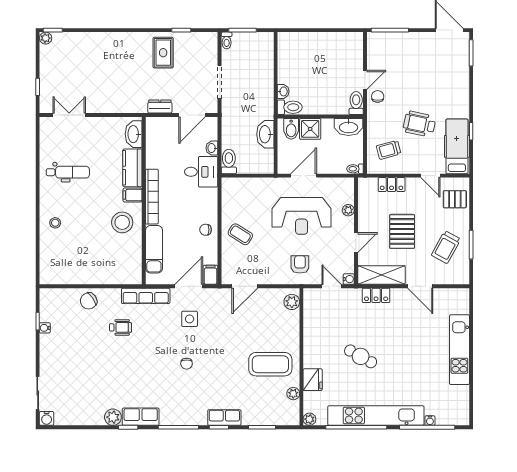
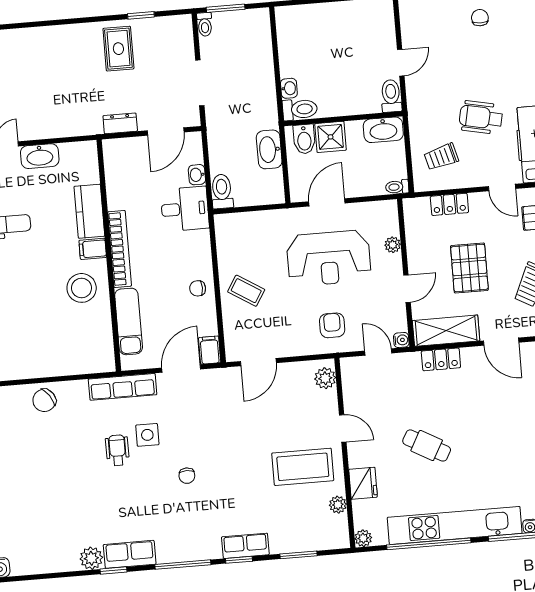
chair: (378, 96) -> (480, 18), moved
washbasin: (134, 134) -> (40, 156), moved, turned -90
side table: (190, 319) -> (147, 435), moved
wheelchair: (120, 327) -> (117, 450), moved, turned -90
door: (301, 339) -> (343, 428), added

